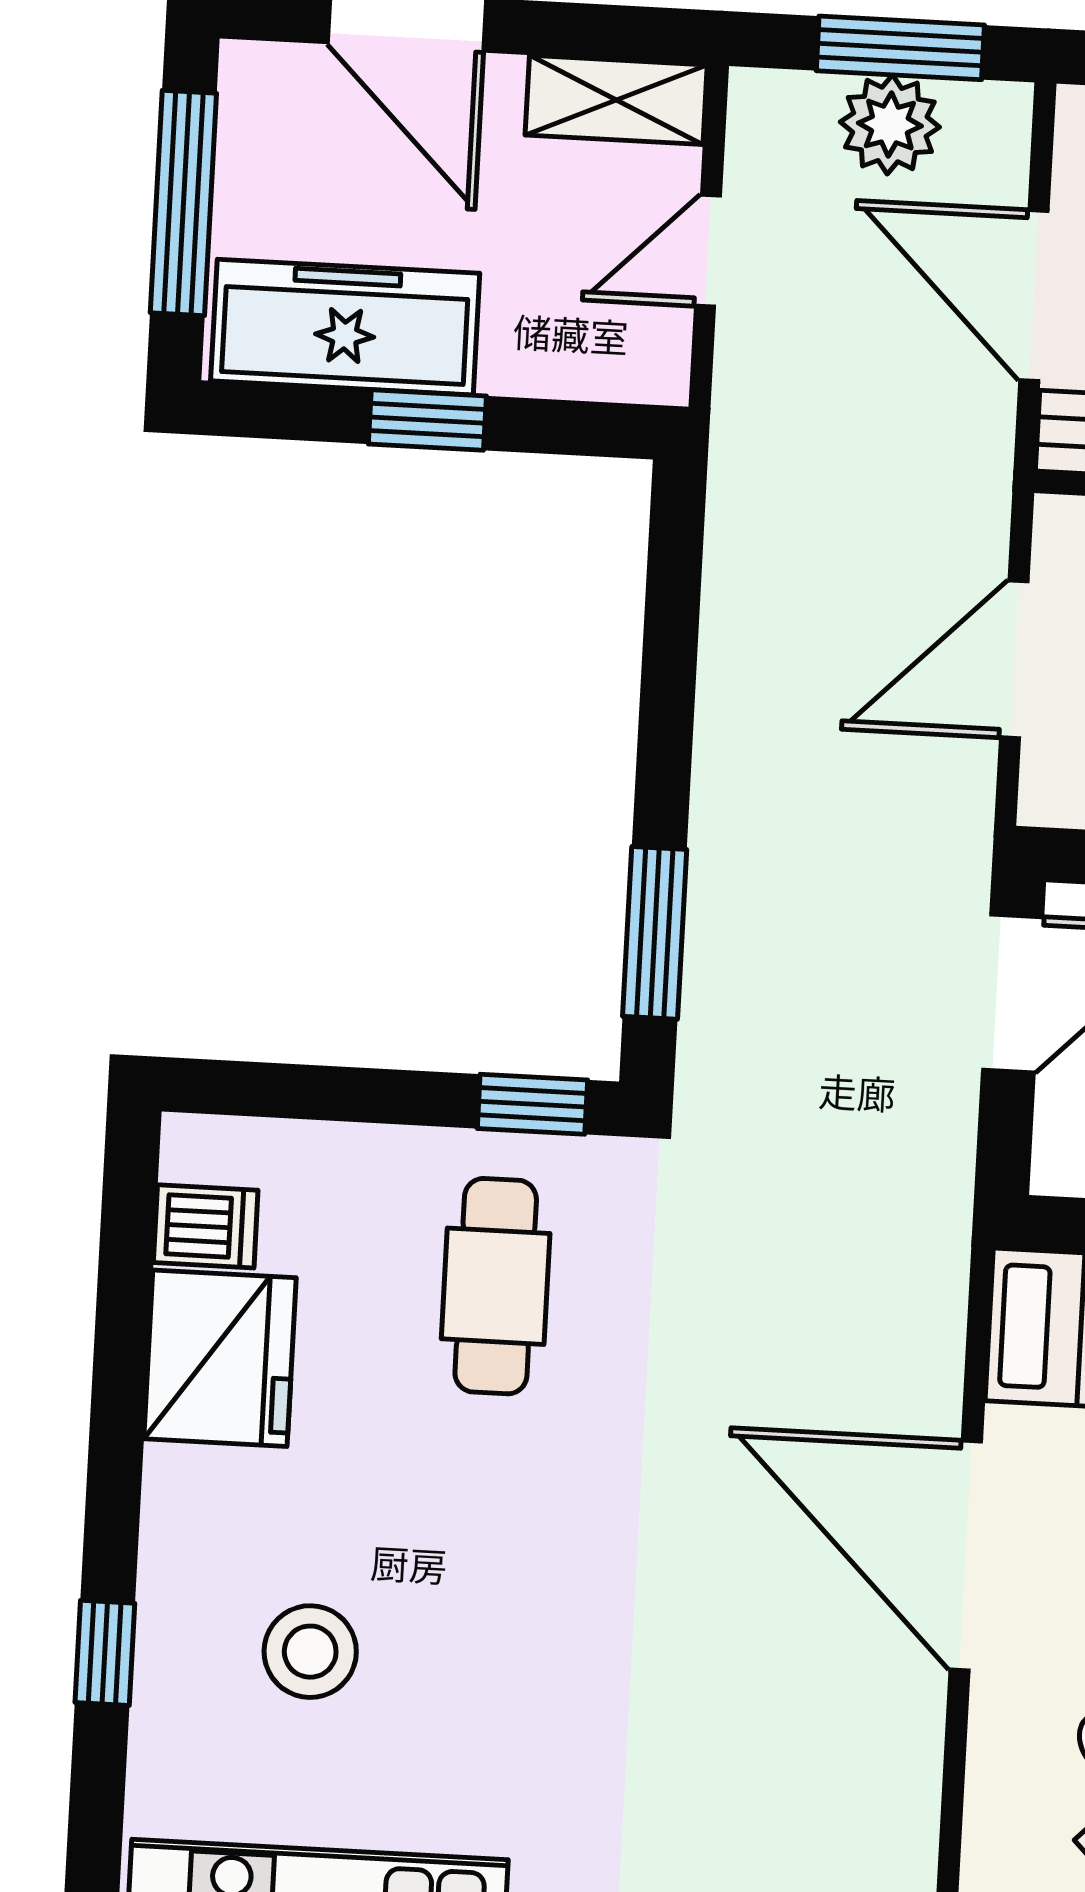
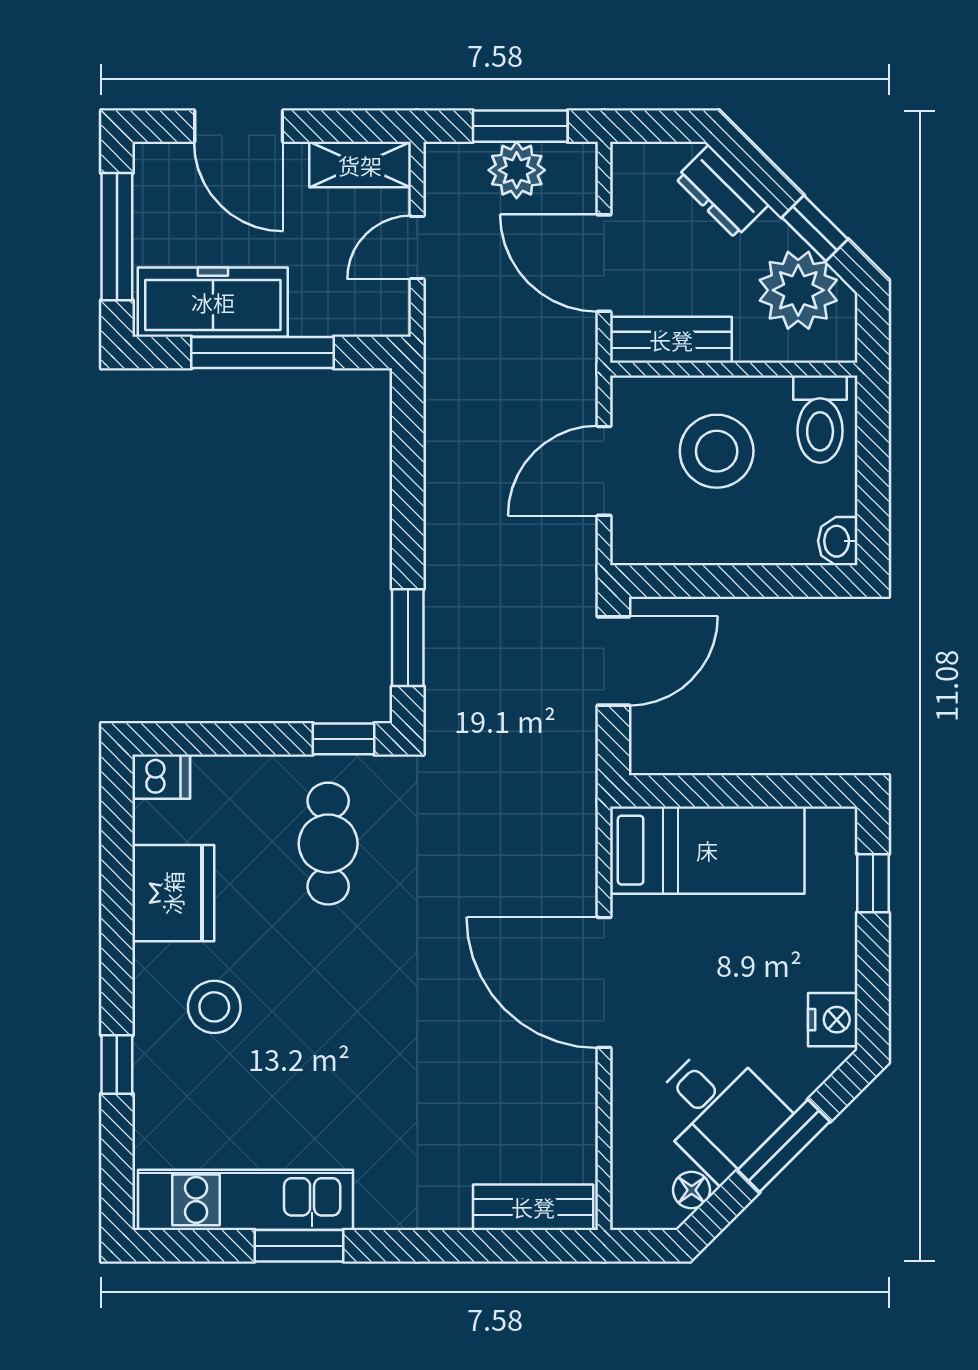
window: (427, 420) -> (262, 353), width x2.17
dishwasher: (206, 1226) -> (161, 777), moved
stool: (310, 1652) -> (214, 1007), moved

